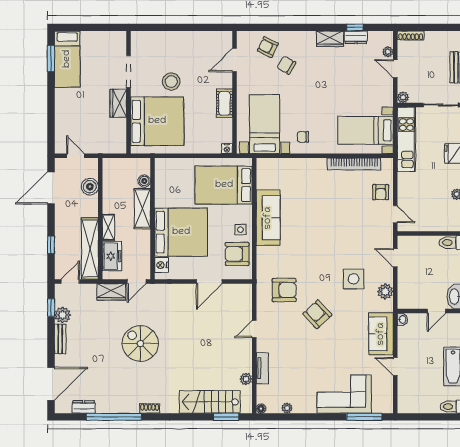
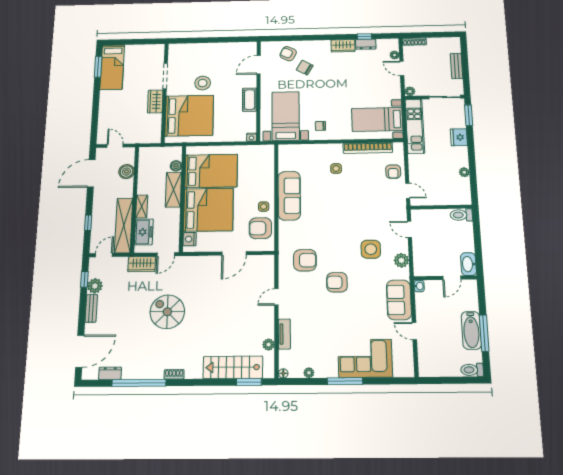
bed: (224, 185) -> (211, 171), moved, turned 180
side table: (319, 187) -> (336, 169), added
armchair: (317, 314) -> (337, 282), turned -47
window: (364, 417) -> (345, 381), moved

